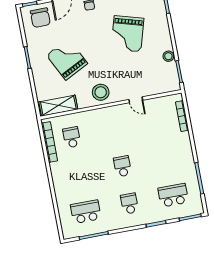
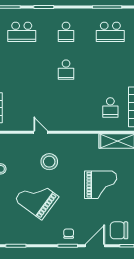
chair: (40, 18) -> (119, 230), turned -90
grand piano: (127, 34) -> (37, 198), turned -70
grand piano: (67, 59) -> (101, 185), turned -63
stool: (101, 92) -> (49, 162), moved

